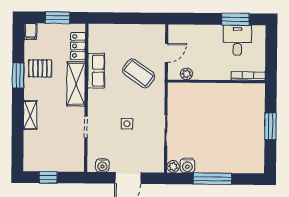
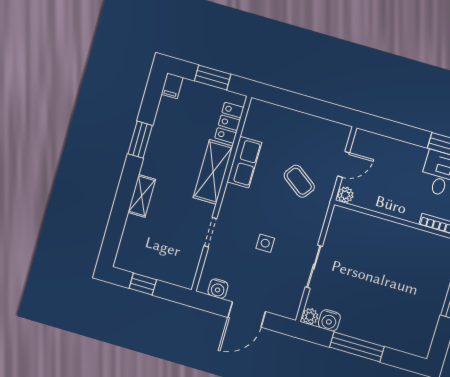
pallet: (40, 68) -> (171, 138), removed
coffee table: (139, 73) -> (299, 181), width x0.73, depth x0.77
plant: (186, 74) -> (345, 195), moved

